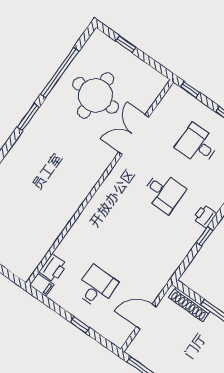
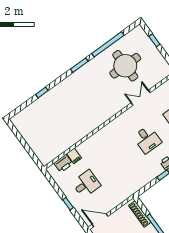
double door: (134, 135) -> (141, 98), width x0.73
filing cabinet: (42, 285) -> (74, 156), moved
door: (146, 317) -> (100, 220), moved

